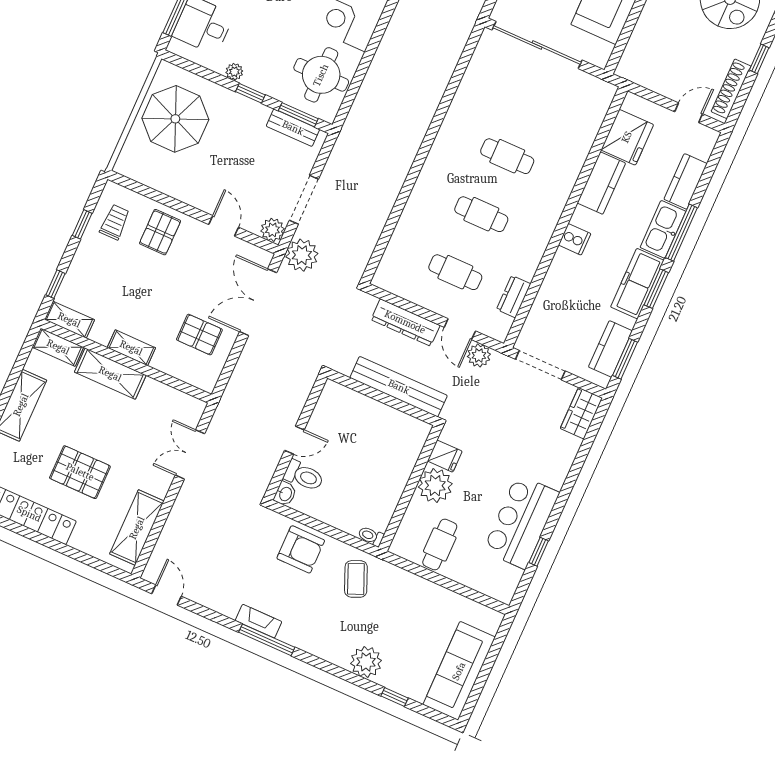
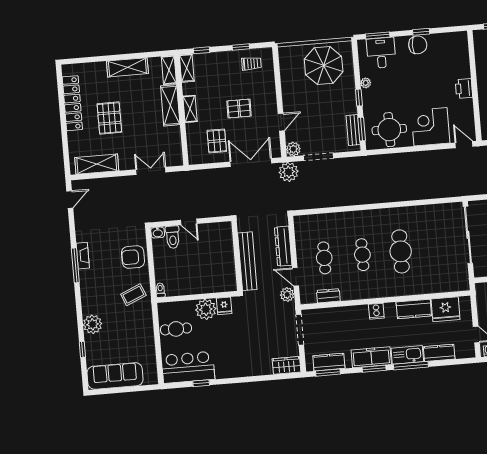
cafe table: (507, 156) -> (401, 251), width x1.37, depth x1.35
pallet: (160, 232) -> (239, 109), moved
door: (460, 329) -> (296, 277), hinge flipped
bar counter: (521, 522) -> (188, 367), moved
armchair: (301, 549) -> (133, 257), turned 90

